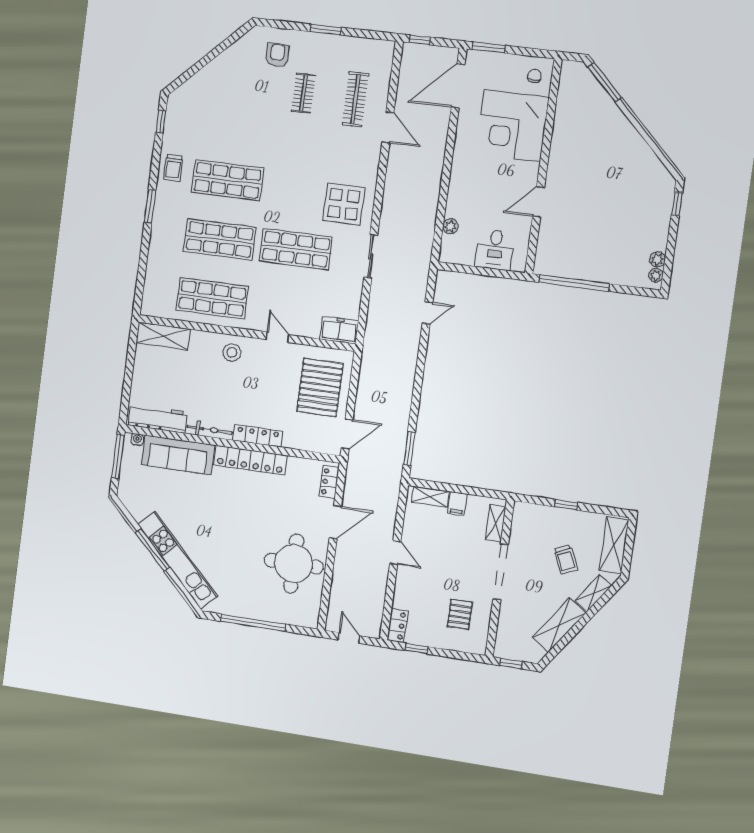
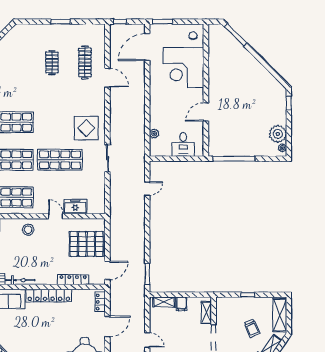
armchair: (277, 55) -> (32, 41), removed
plant: (657, 259) -> (278, 134), width x1.87, depth x1.87
freezer: (339, 330) -> (75, 207), moved
pallet: (320, 388) -> (87, 244), turned 90
locker: (258, 436) -> (73, 280), moved

